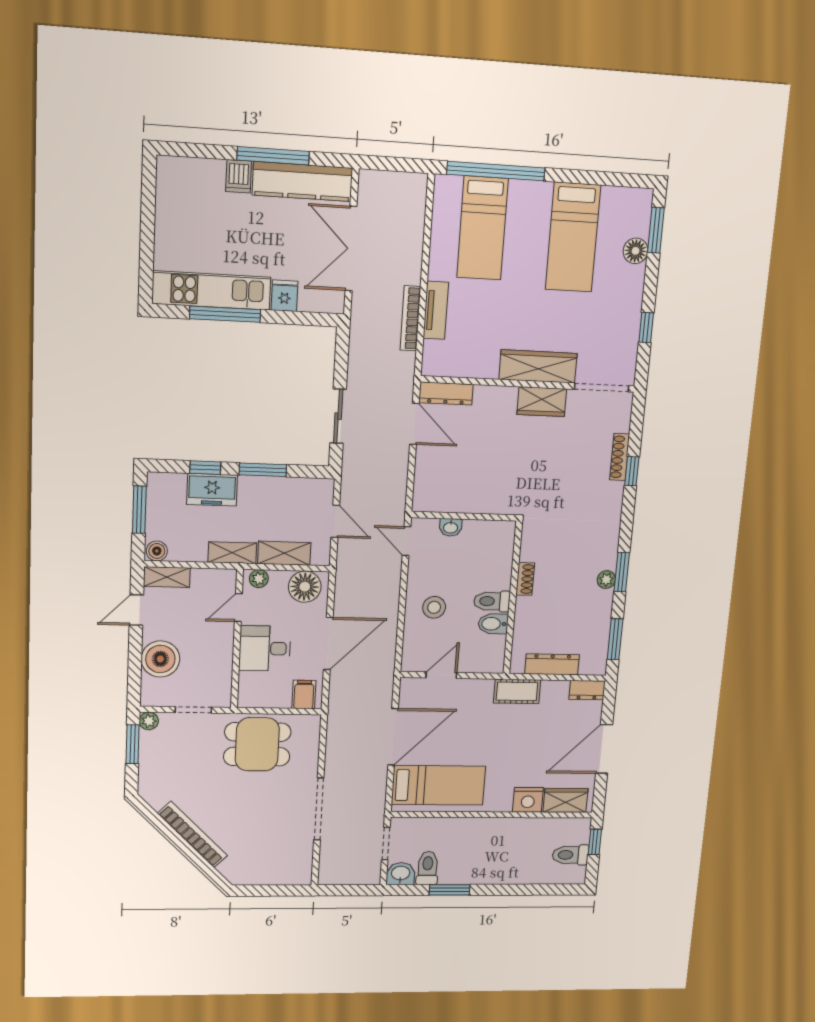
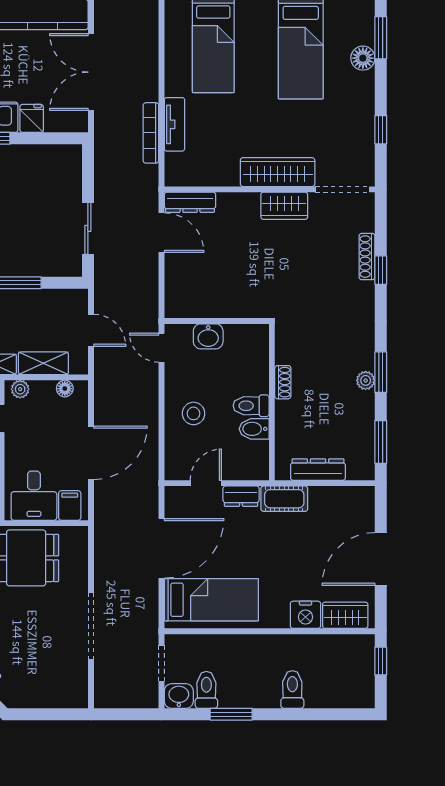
washbasin: (451, 527) -> (208, 336), width x1.38, depth x1.45
floor lamp: (305, 587) -> (65, 389), width x0.53, depth x0.53
desk: (265, 648) -> (34, 496), moved, turned -90
dresser: (587, 690) -> (241, 496), moved
toilet: (570, 855) -> (292, 689), moved, turned 90

